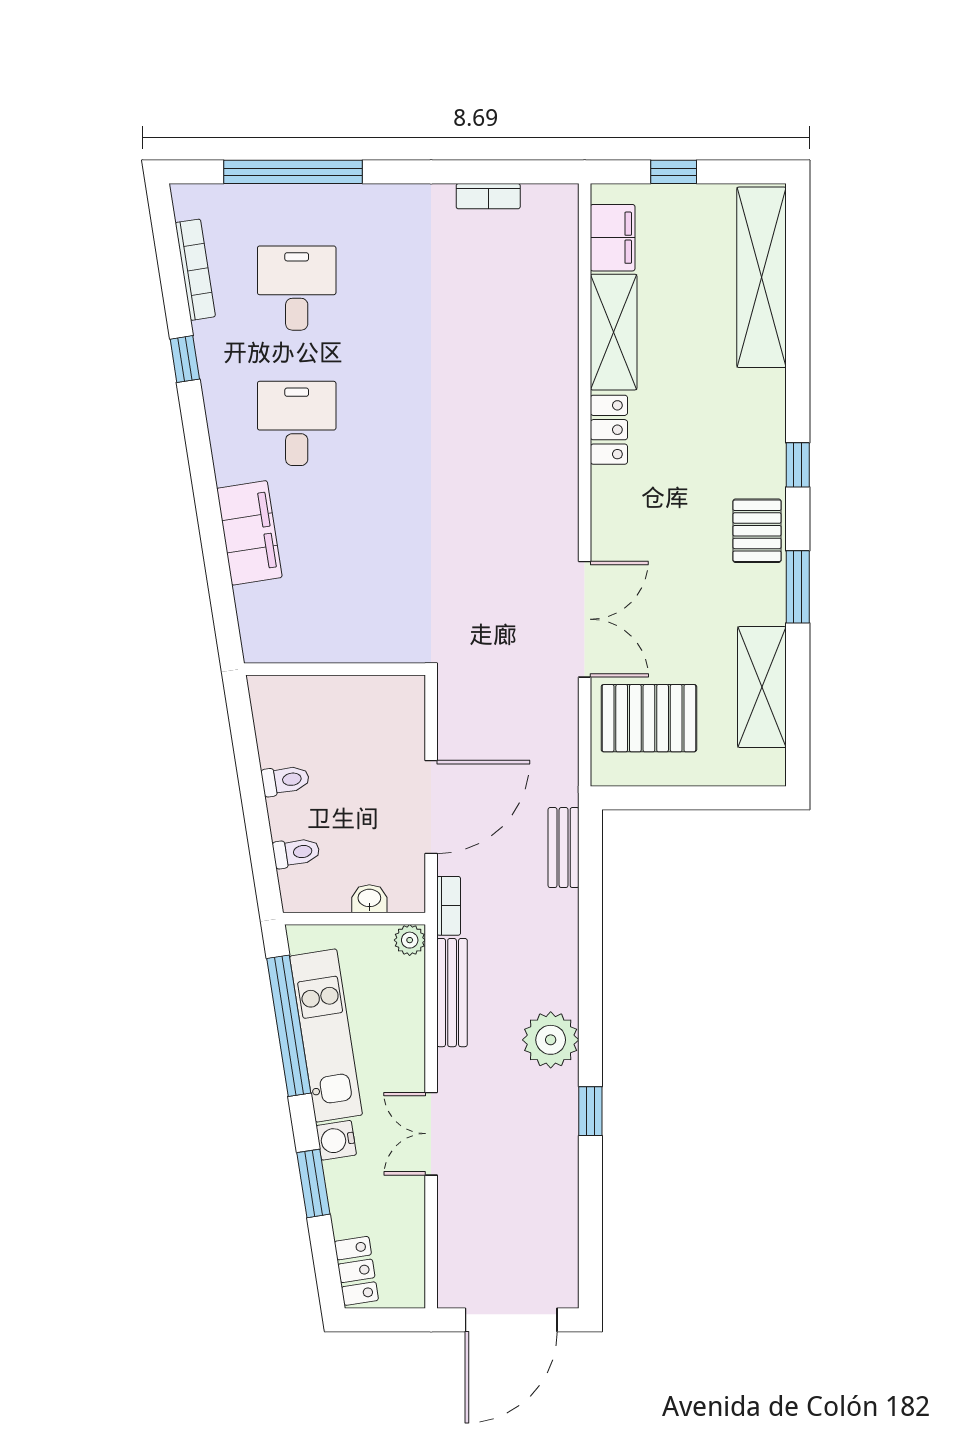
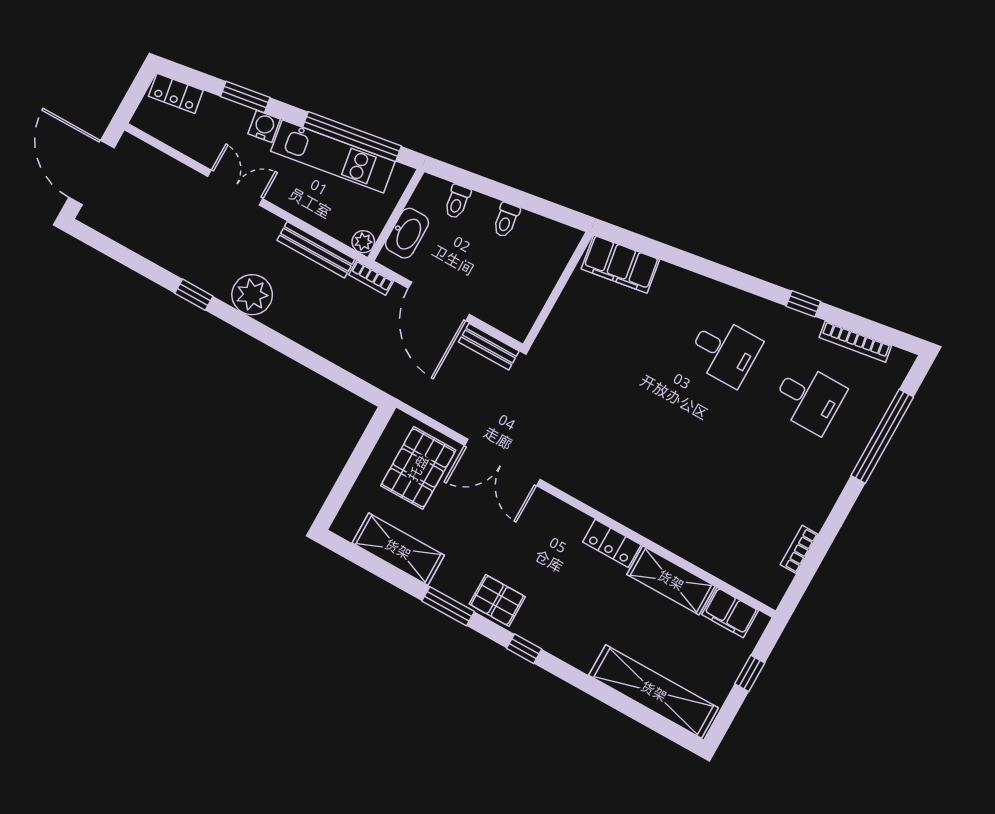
filing cabinet: (249, 533) -> (620, 264), moved
bench: (564, 848) -> (489, 347), moved
washbasin: (369, 899) -> (407, 233), width x1.91, depth x1.45

